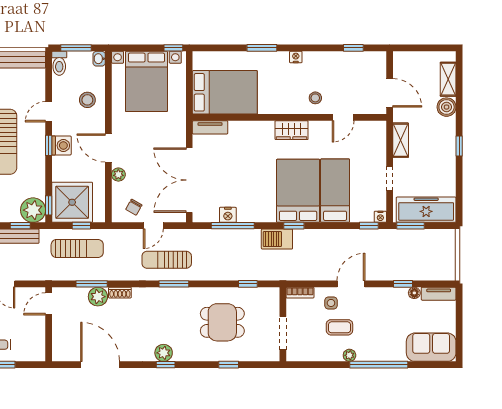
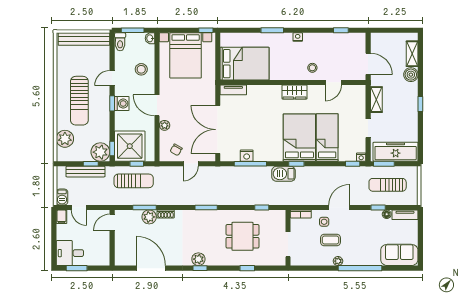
sun lounger: (167, 260) -> (388, 185), moved

